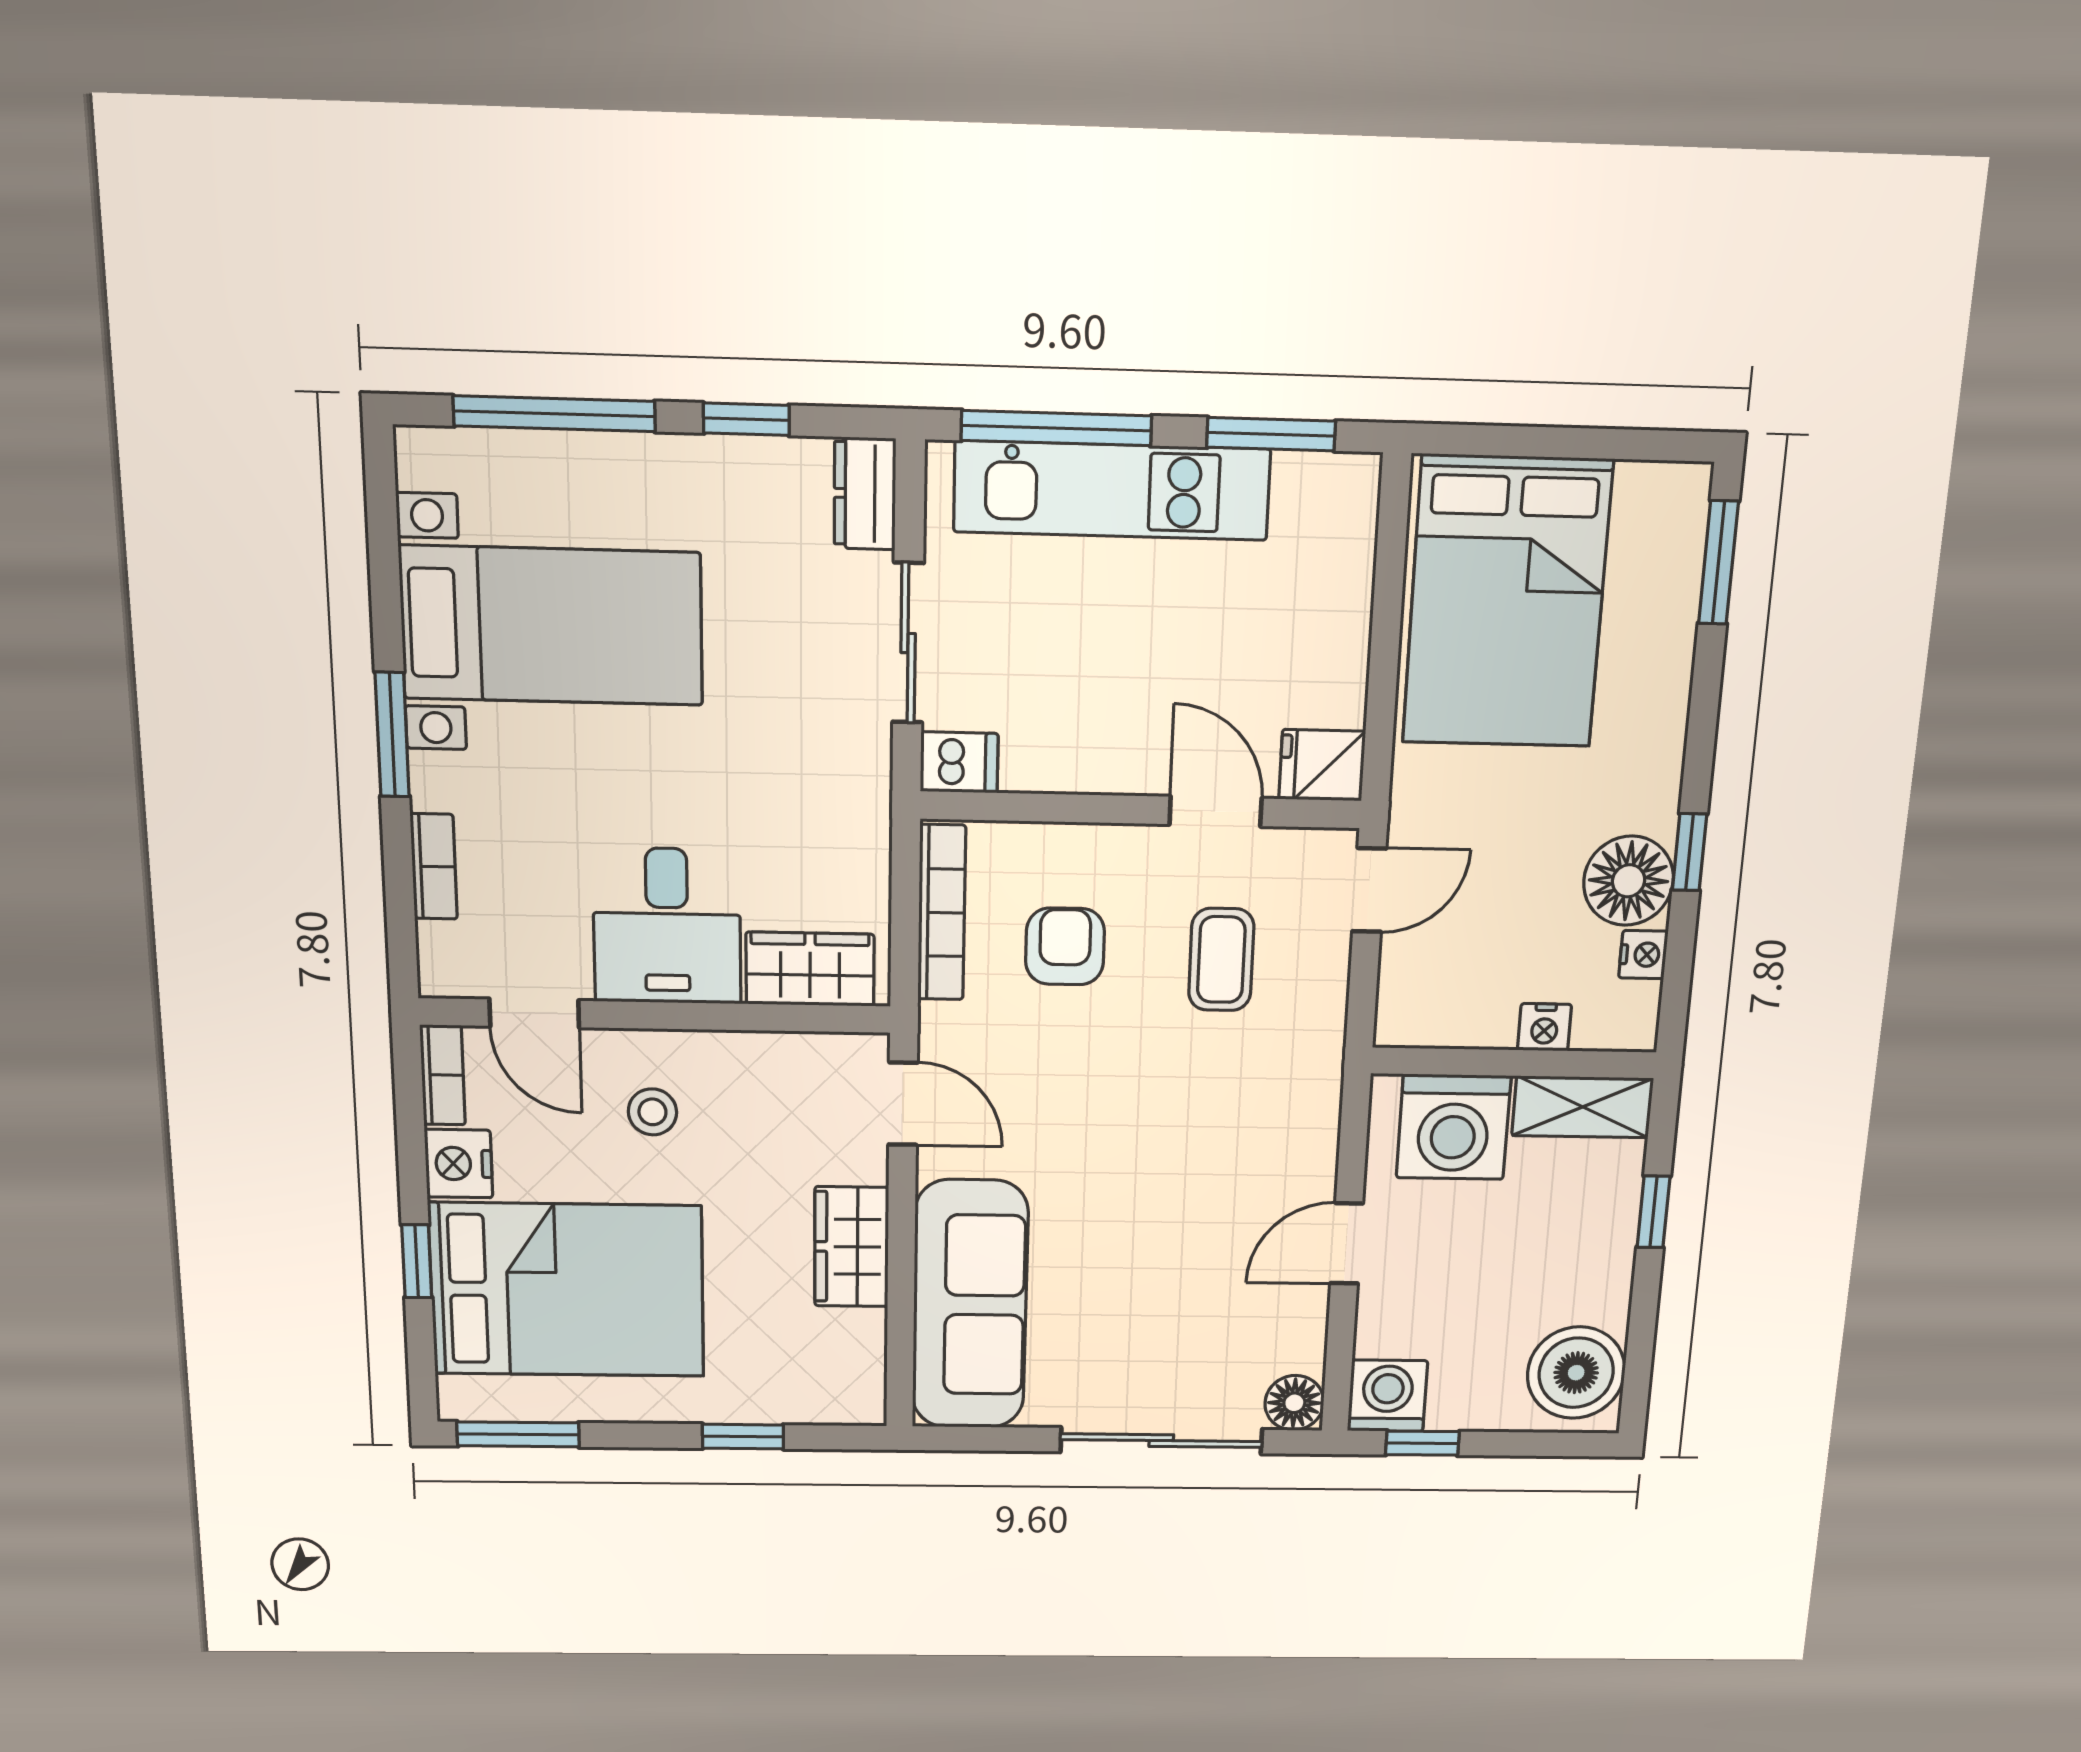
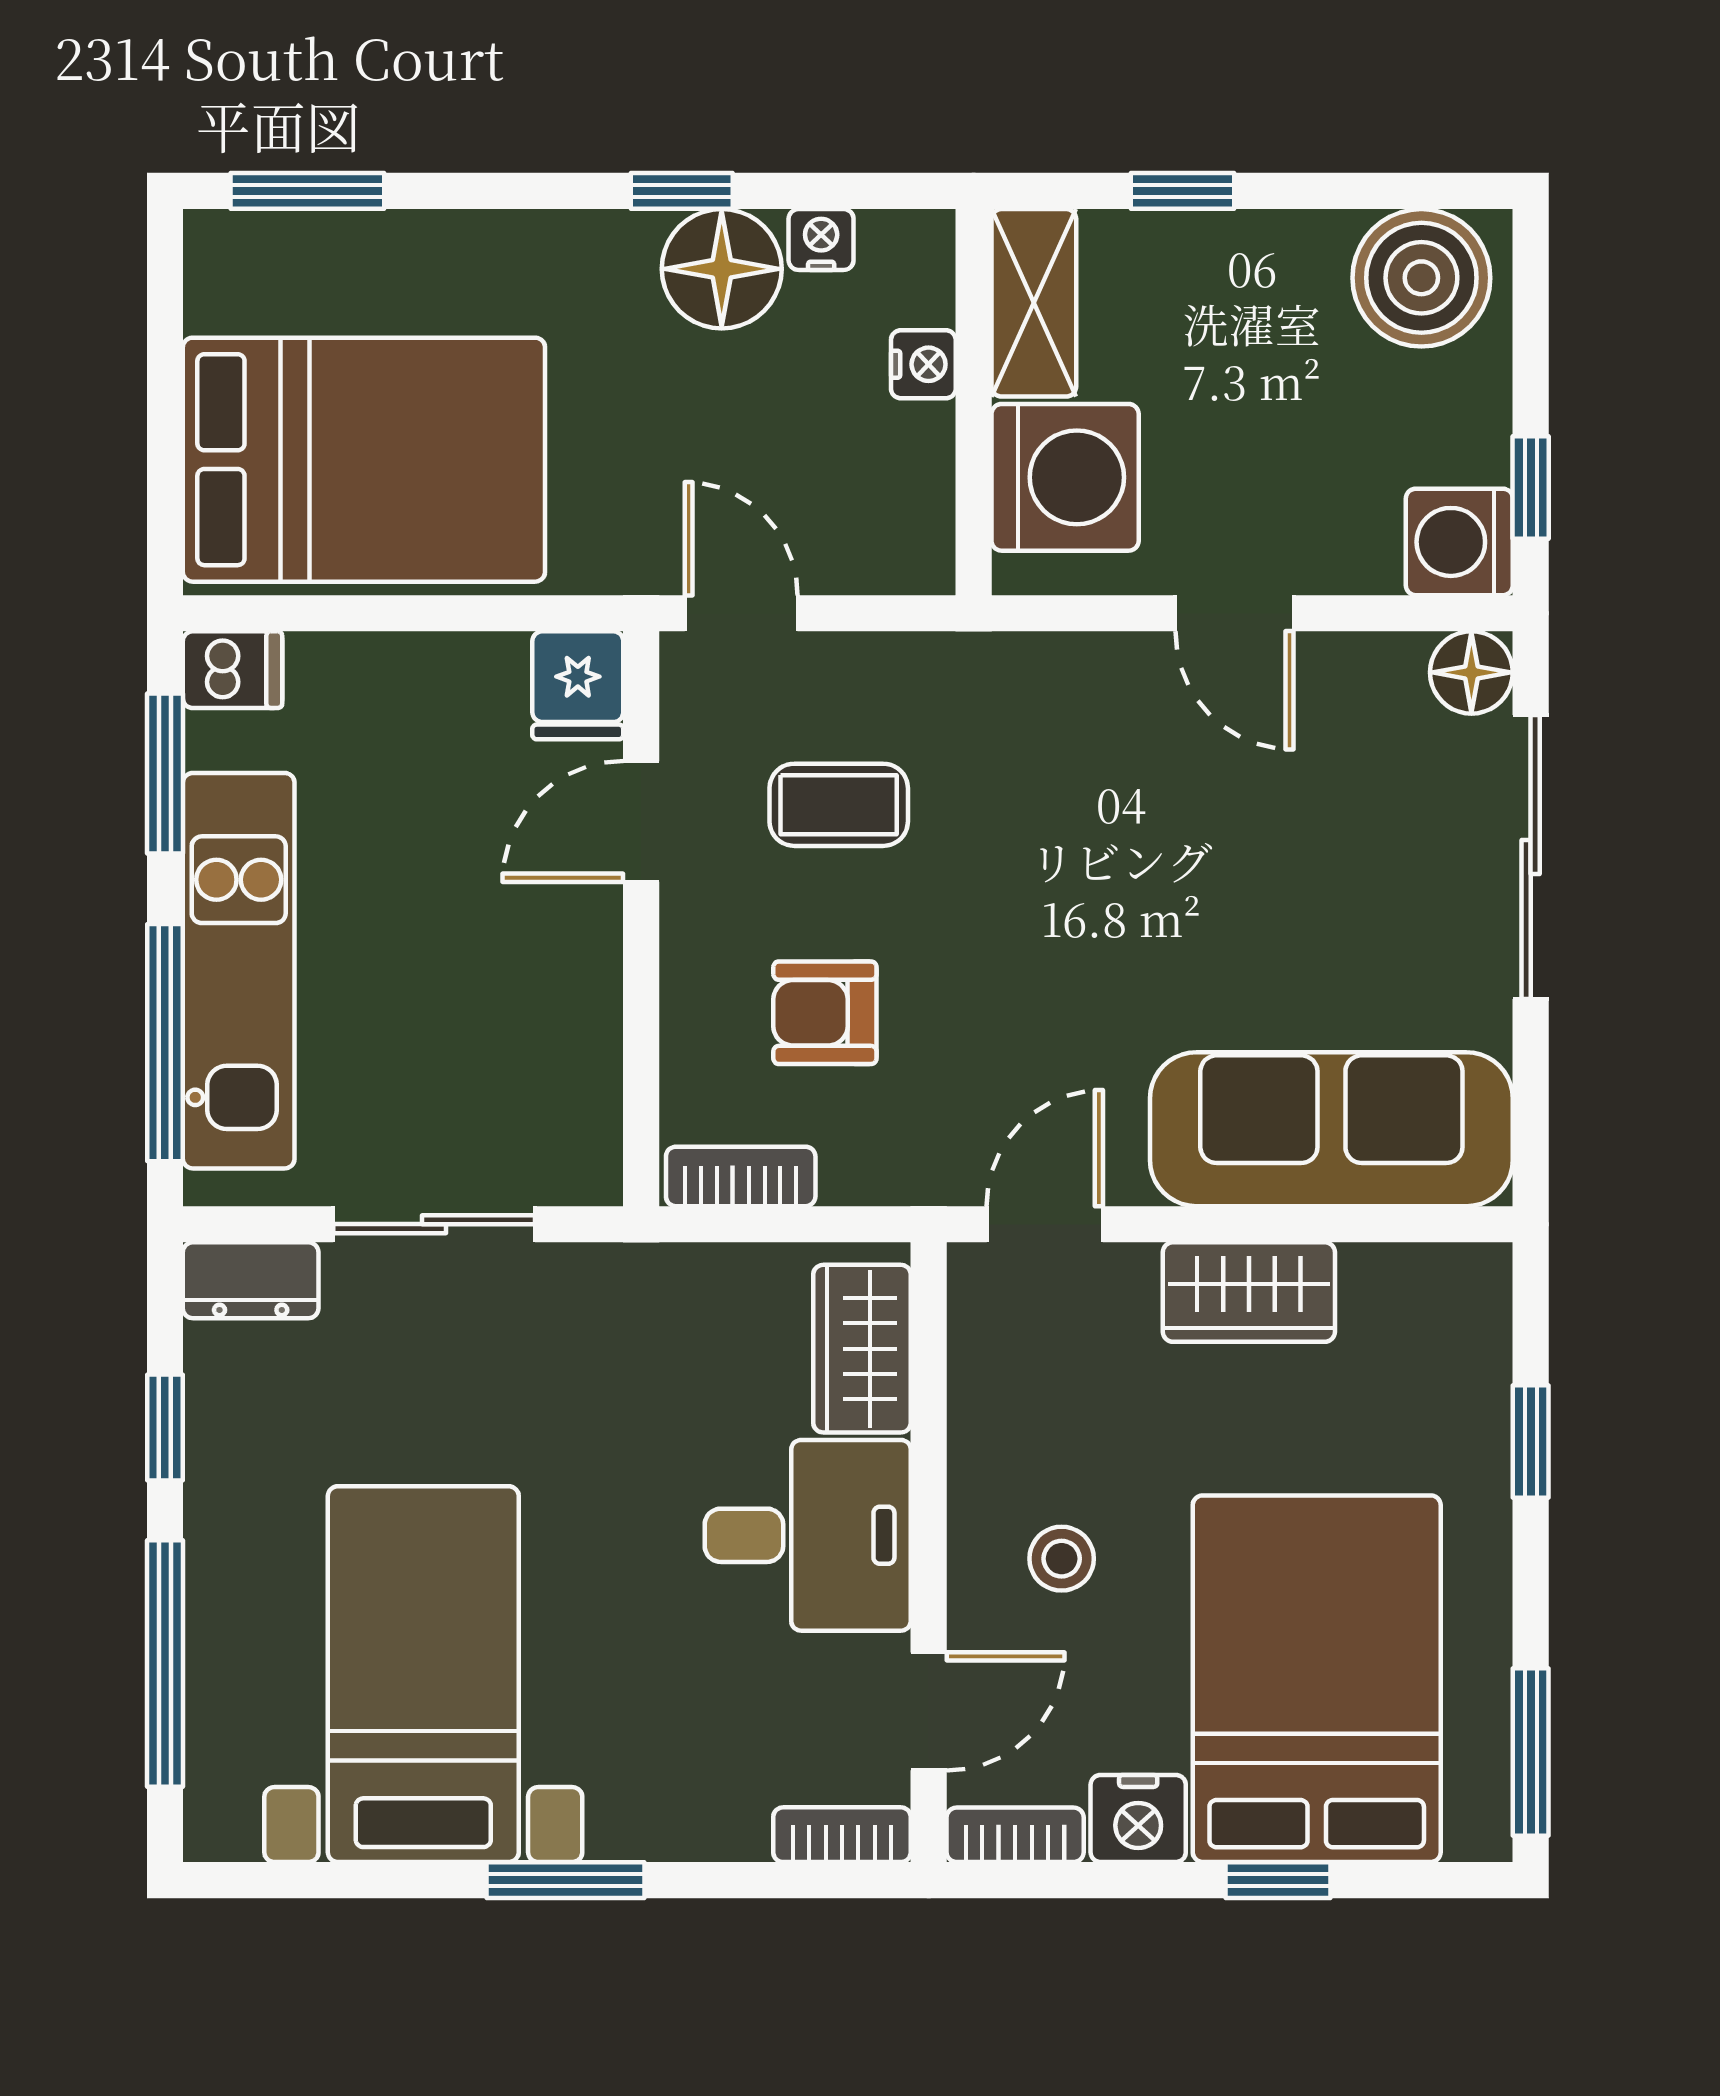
dishwasher: (959, 762) -> (233, 670), moved, turned 90
bookcase: (434, 867) -> (842, 1835), moved
bookcase: (942, 913) -> (741, 1176), width x0.64

